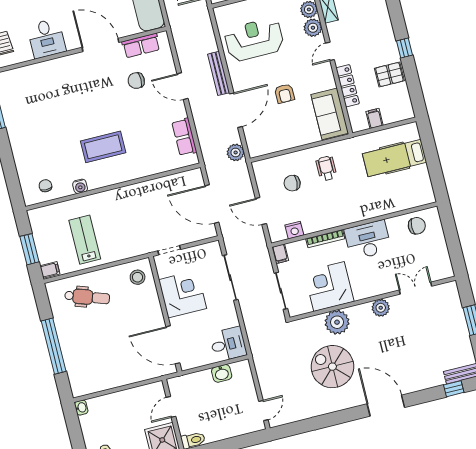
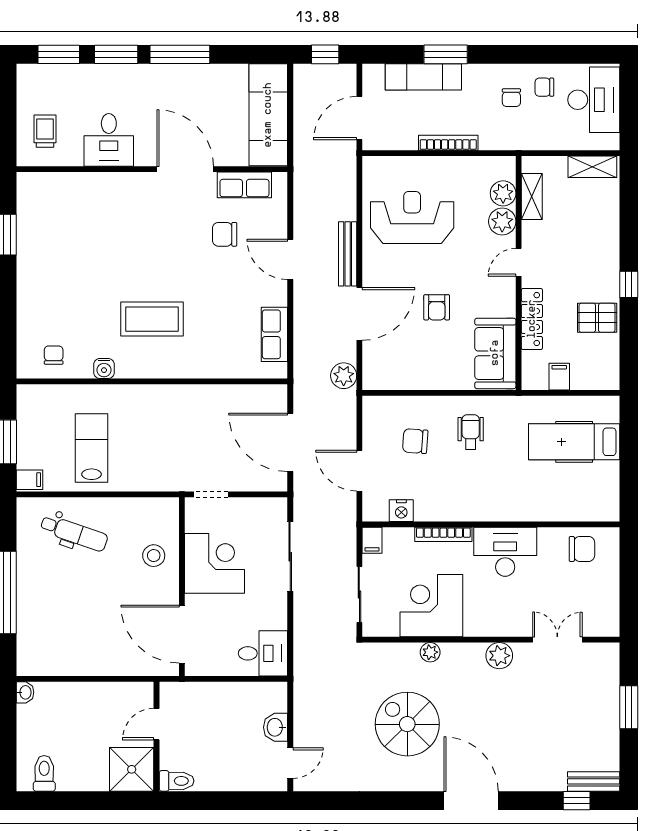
stool: (138, 277) -> (154, 556), moved
plant: (337, 322) -> (430, 652), width x0.53, depth x0.53
washbasin: (222, 373) -> (276, 727), moved, turned 90

